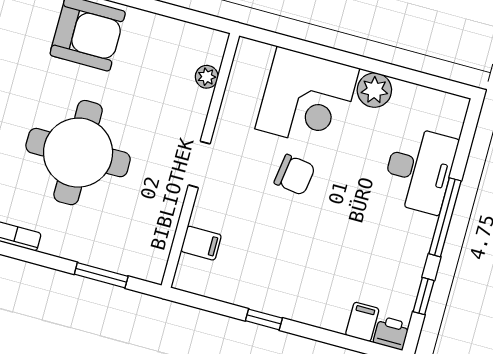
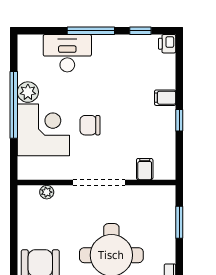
window: (360, 62) -> (14, 105), added
doorway: (199, 164) -> (99, 183), width x1.87
chair: (295, 175) -> (90, 125), turned -98
filing cabinet: (362, 322) -> (165, 98), moved

